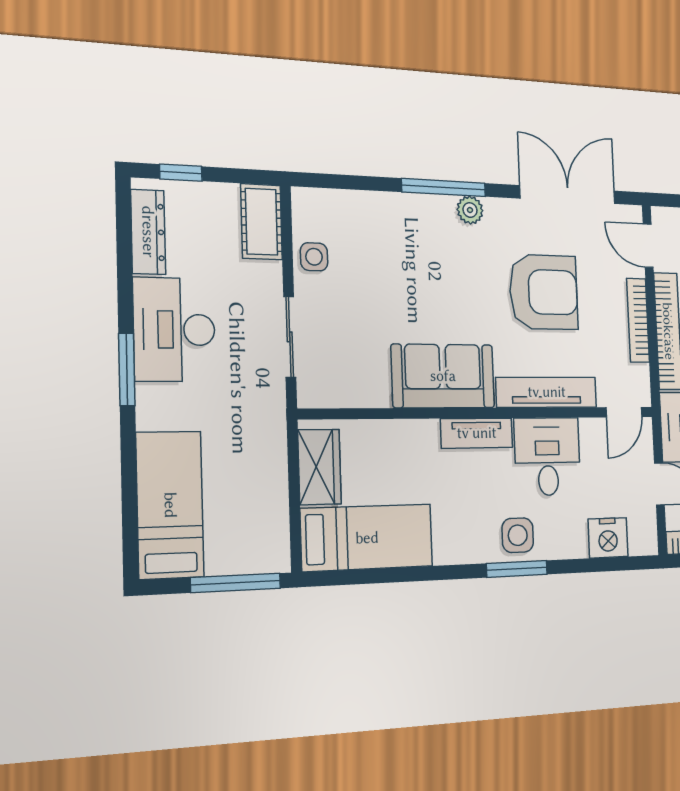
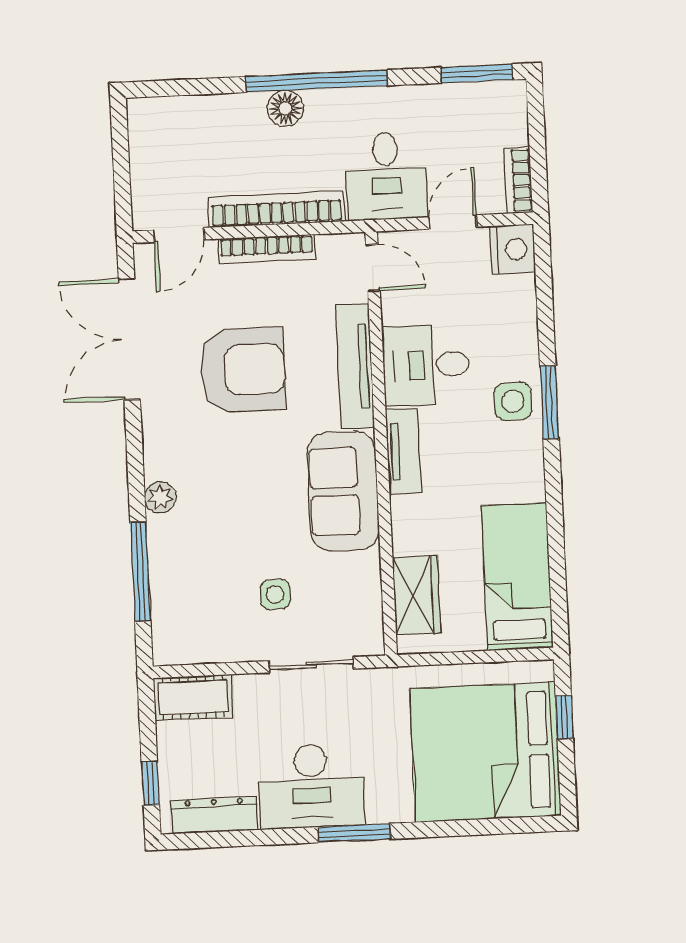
window: (444, 188) -> (140, 572), moved
plant: (470, 210) -> (160, 497), moved
side table: (314, 257) -> (275, 594), moved
armchair: (544, 292) -> (243, 370), turned 90
wardrobe: (319, 467) -> (417, 595), moved, turned 90
bed: (170, 505) -> (485, 752), width x2.04
nightstand: (608, 538) -> (513, 249), moved
window: (236, 583) -> (564, 717), width x0.46

